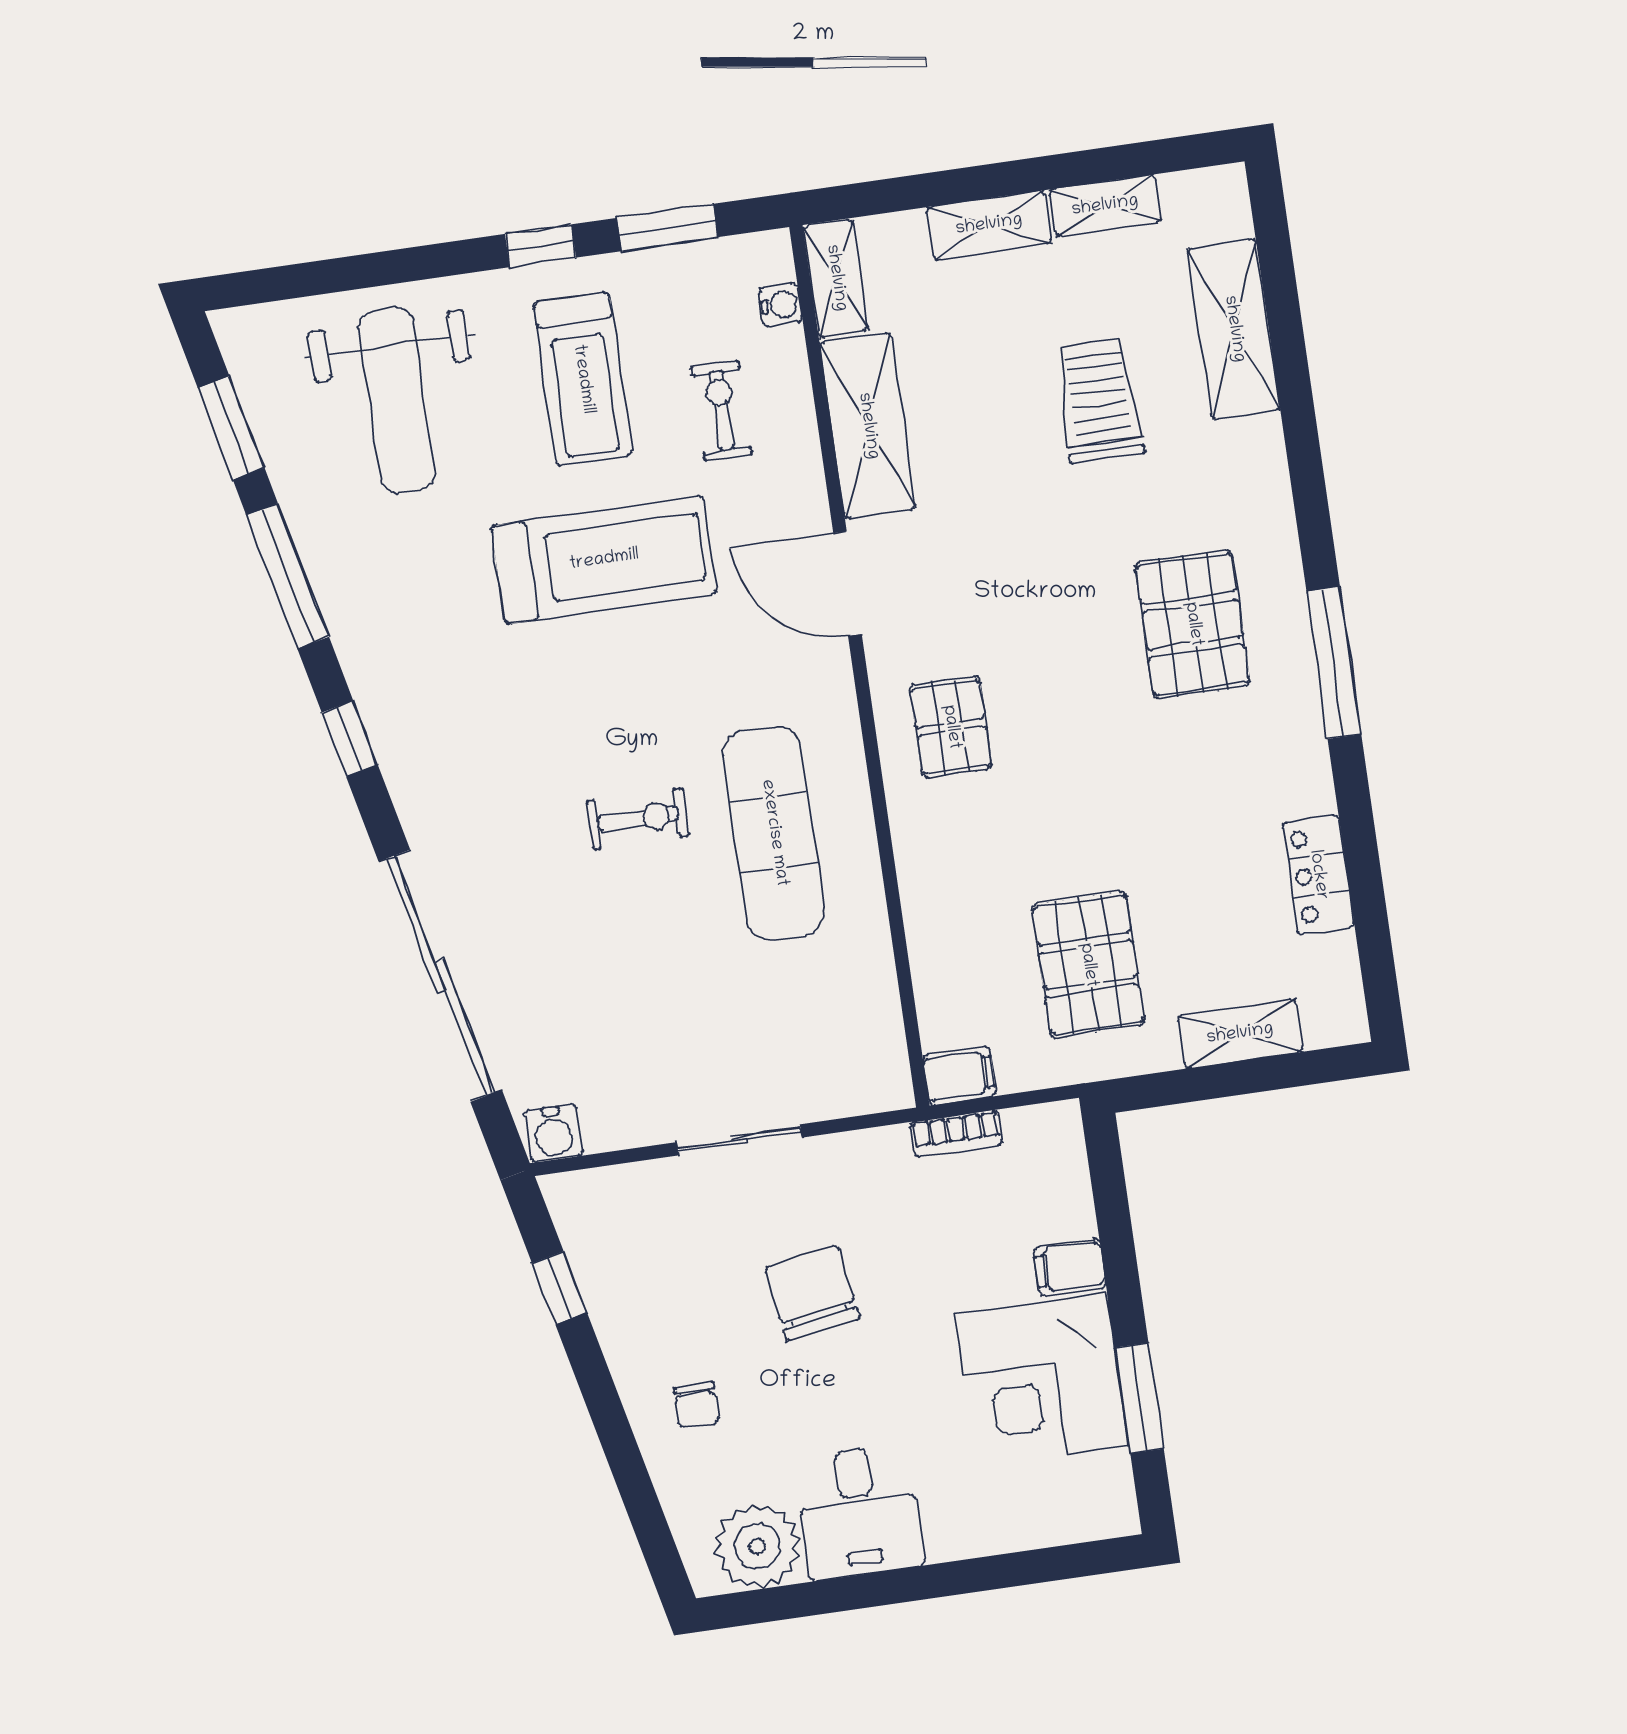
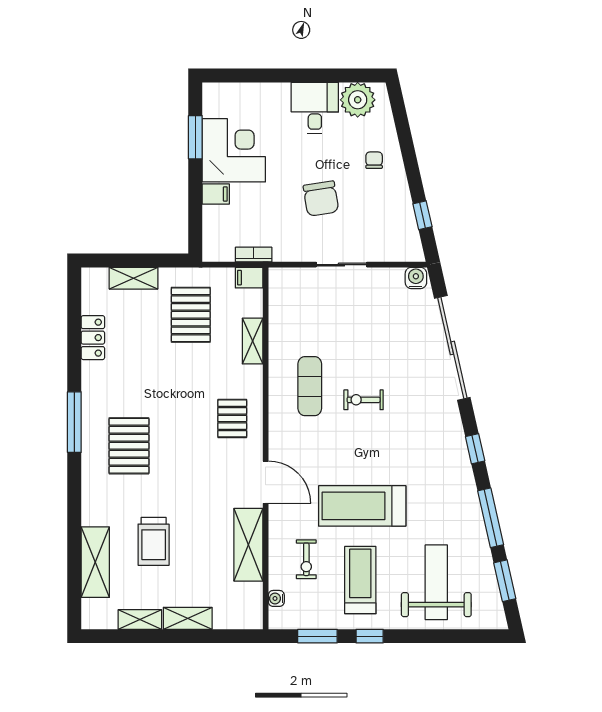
shelving: (836, 278) -> (253, 341), moved
exercise mat: (774, 833) -> (310, 386), width x0.73, depth x0.69

